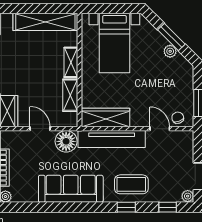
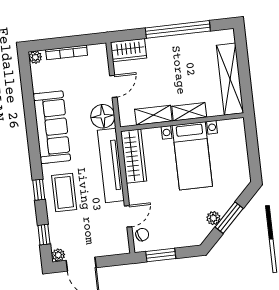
bed with nightstands: (114, 43) -> (192, 156), moved, turned -90

